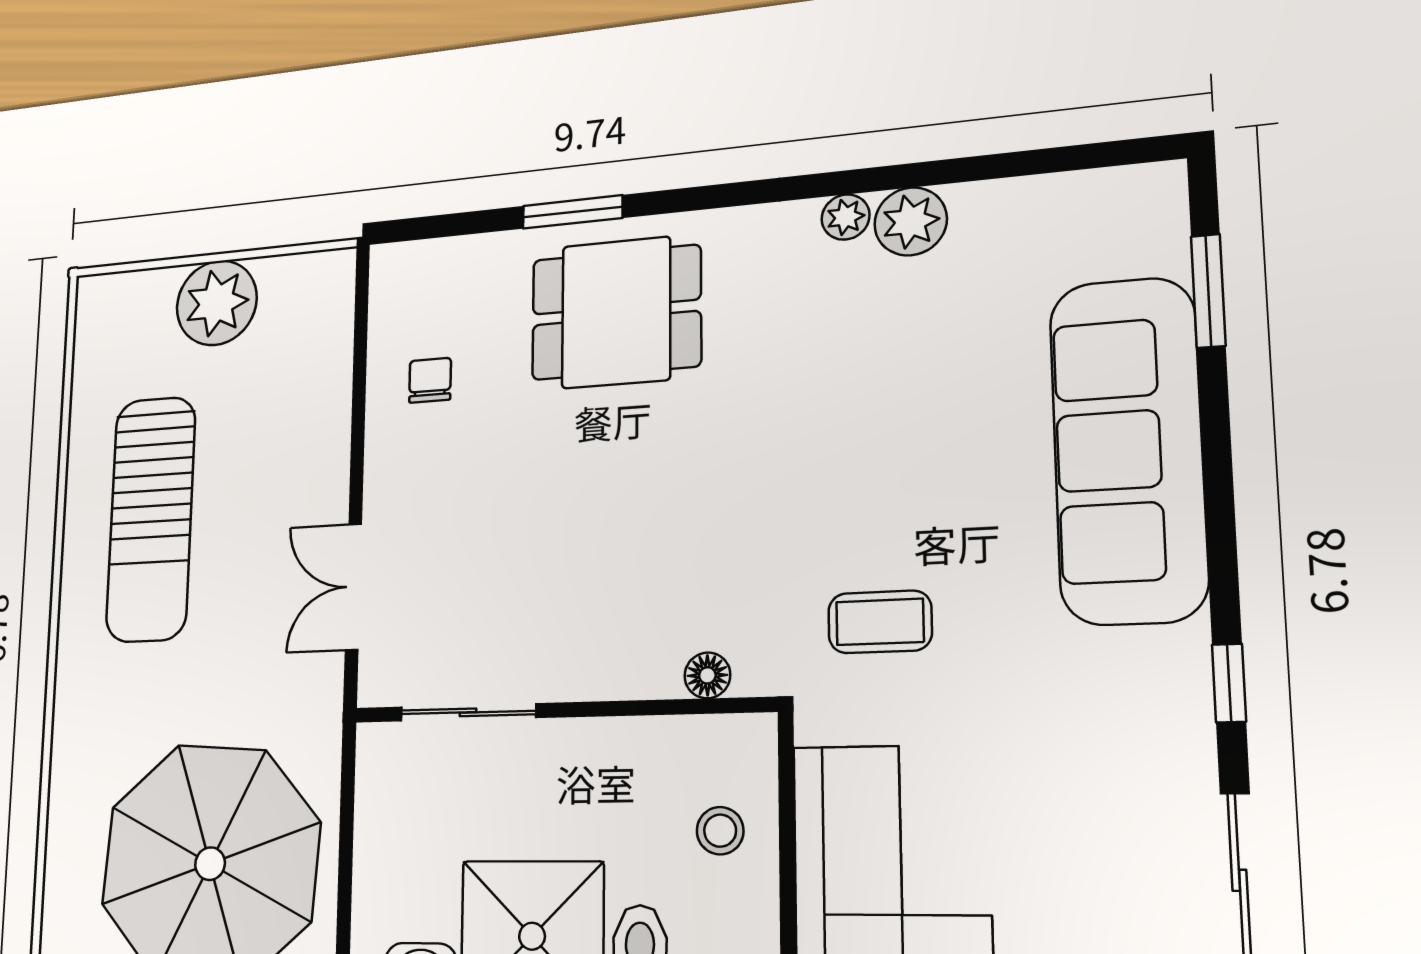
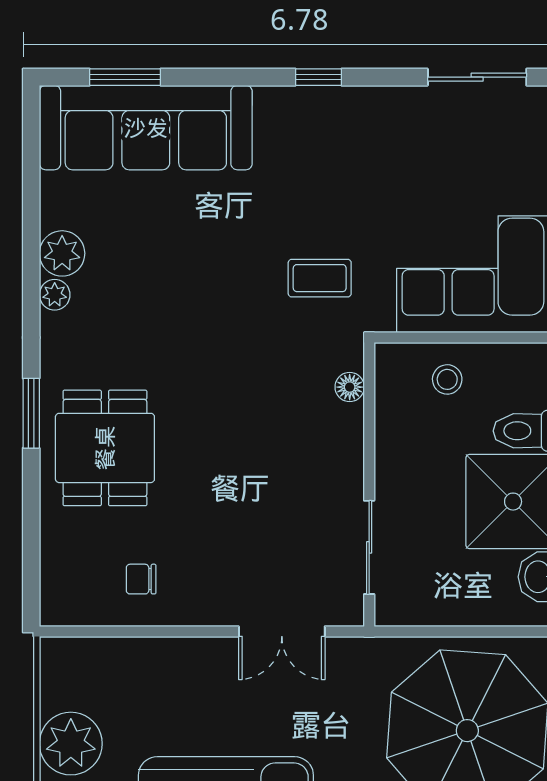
window: (572, 212) -> (31, 413), moved
sofa: (1128, 450) -> (146, 128), moved
coffee table: (880, 622) -> (320, 278), turned 90
window: (1229, 683) -> (318, 77), moved

